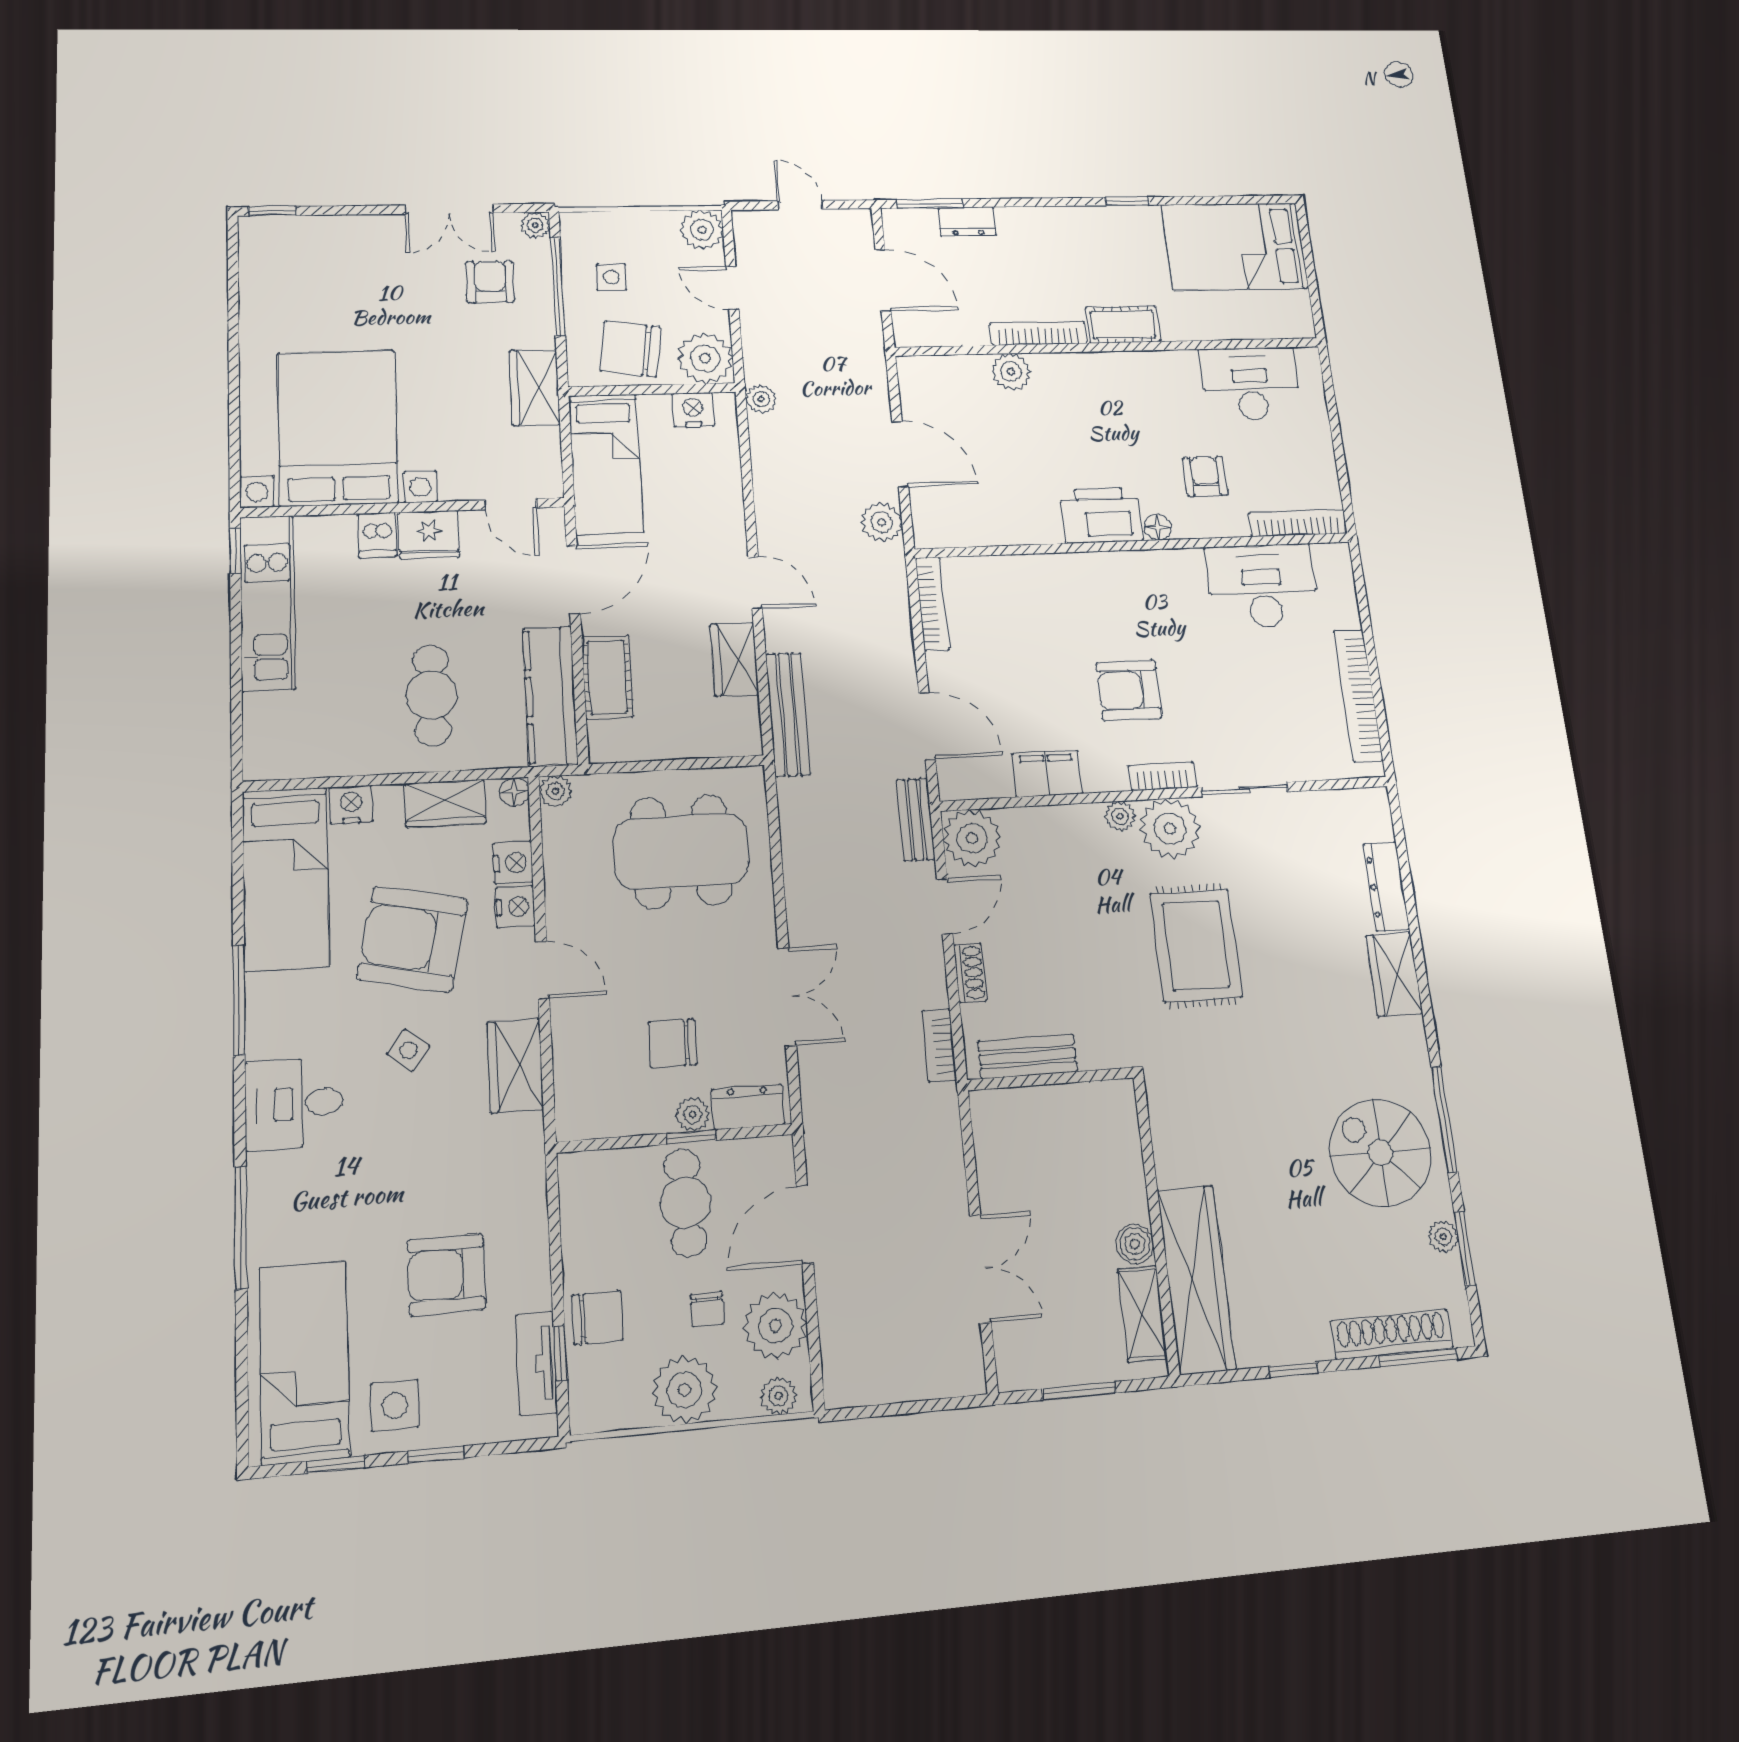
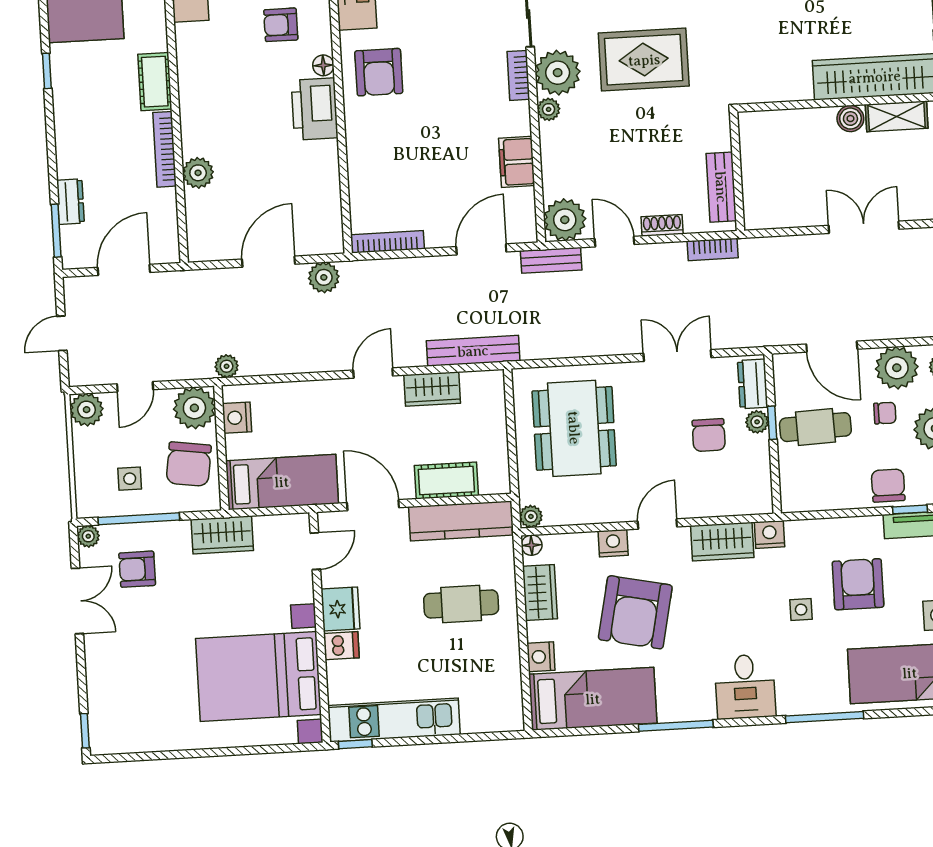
armchair: (1129, 690) -> (379, 72), moved
nightstand: (513, 863) -> (770, 534), moved
side table: (408, 1050) -> (801, 610), moved, turned -37
armchair: (446, 1275) -> (858, 584), turned 180

